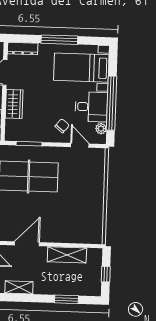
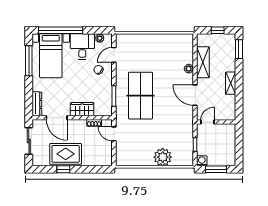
window: (59, 40) -> (29, 61), moved
window: (111, 103) -> (61, 30), moved
plant: (60, 237) -> (189, 69), added
shelving: (19, 287) -> (231, 83), moved
window: (67, 299) -> (239, 49), moved

